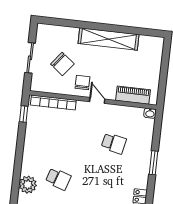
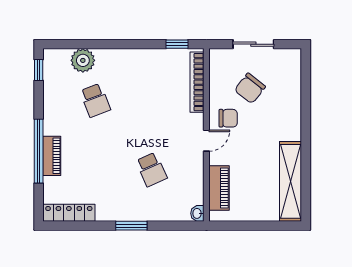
shelving: (108, 39) -> (291, 181), moved
school desk: (114, 143) -> (151, 169), turned -36
school desk: (58, 179) -> (95, 100), turned -39

